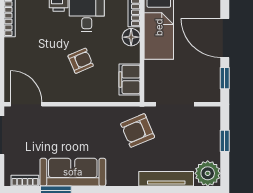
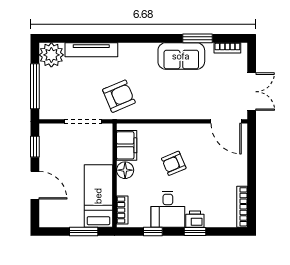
floor lamp: (131, 37) -> (125, 170), moved
door: (225, 38) -> (35, 185), width x0.73
window: (225, 141) -> (35, 86), width x2.17
sofa: (73, 172) -> (181, 56), width x0.73

